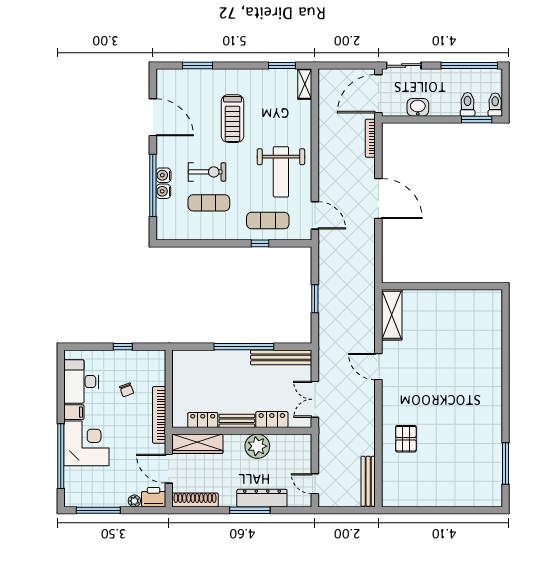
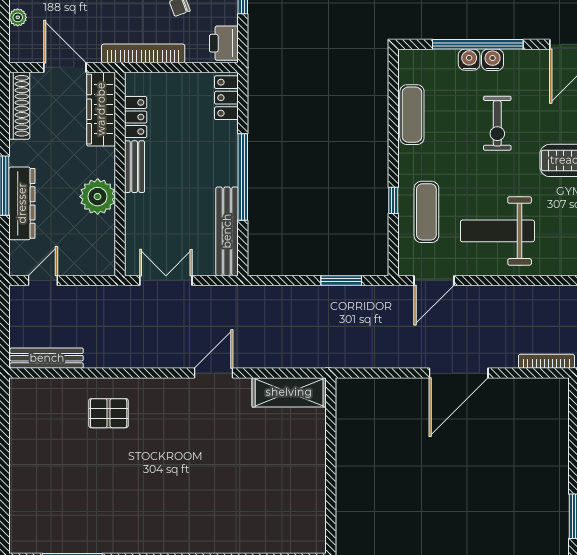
exercise mat: (209, 203) -> (412, 115), moved
window: (315, 299) -> (341, 280), moved
locker: (272, 420) -> (226, 98), moved, turned 180
door: (169, 469) -> (65, 67), hinge flipped
printer: (154, 497) -> (224, 43), moved, turned 180

